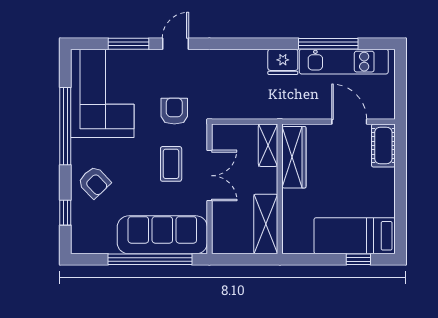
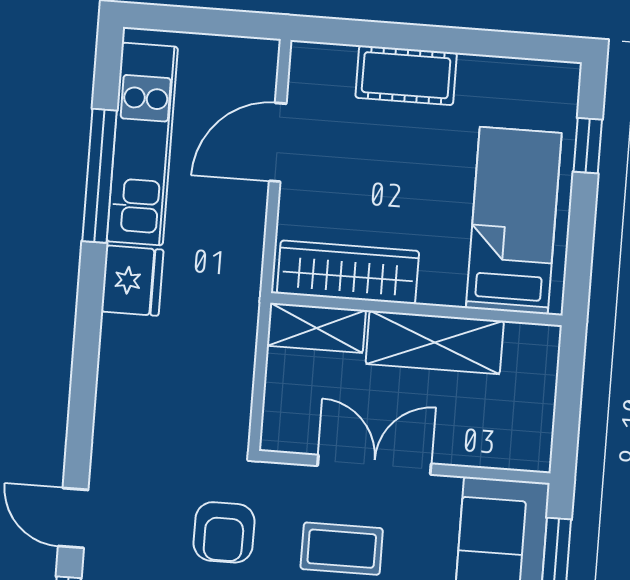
armchair: (174, 111) -> (224, 532), turned -90
cot: (383, 145) -> (406, 75), moved
shelving: (266, 224) -> (435, 342), moved
bed: (355, 236) -> (514, 221), moved, turned 180

